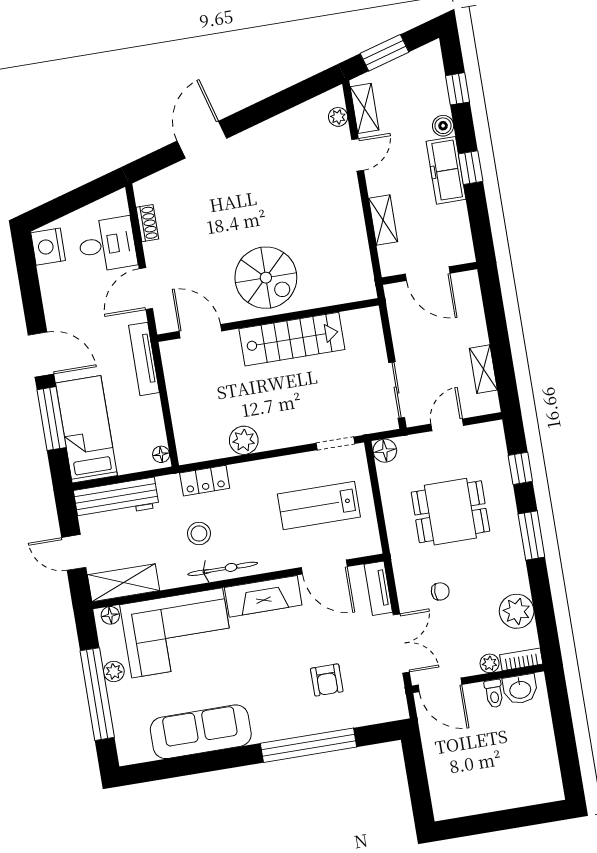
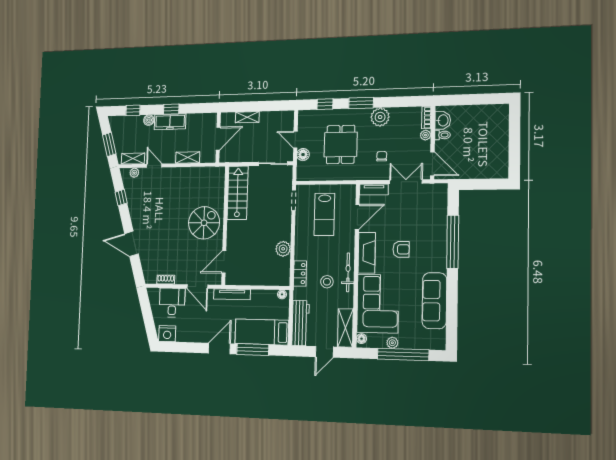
window: (286, 100) -> (121, 198), added
stairs: (292, 339) -> (238, 193), moved
shelving: (483, 369) -> (247, 117), moved
floor lamp: (385, 451) -> (303, 155), moved
plant: (517, 611) -> (380, 117), moved
armchair: (327, 680) -> (401, 249), moved
door: (440, 685) -> (432, 164), hinge flipped

